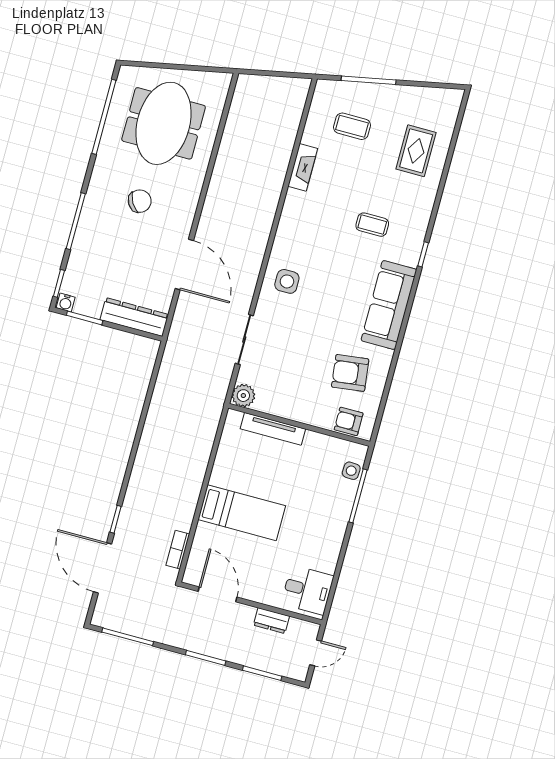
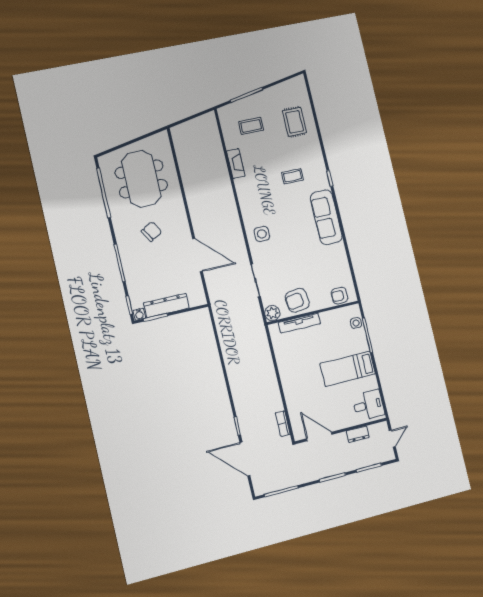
dresser: (134, 317) -> (166, 305), moved
armchair: (350, 373) -> (297, 300), moved
bed: (242, 513) -> (348, 369), moved, turned 180

